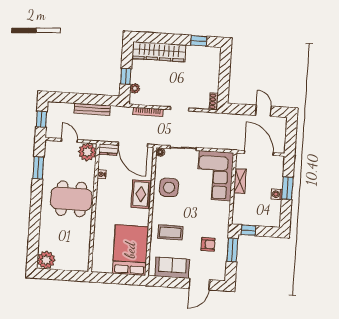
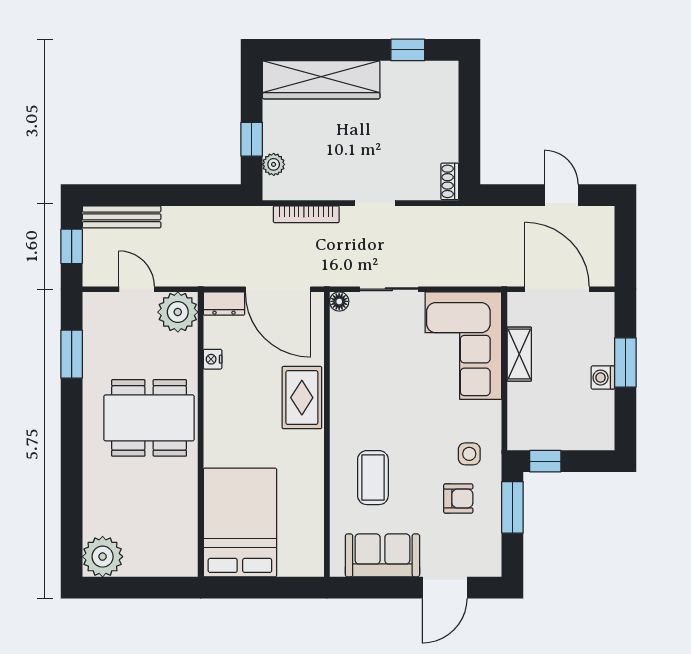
bench: (92, 109) -> (122, 217), moved
side table: (169, 187) -> (469, 454), moved, width x0.54, depth x0.54
coffee table: (170, 232) -> (373, 478), turned 90
bed: (130, 250) -> (240, 522), moved

